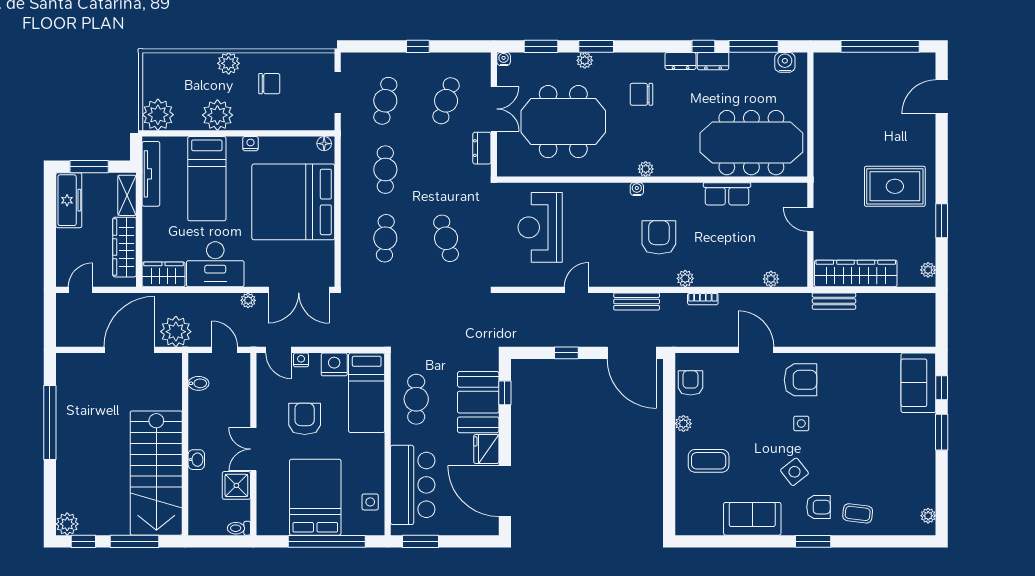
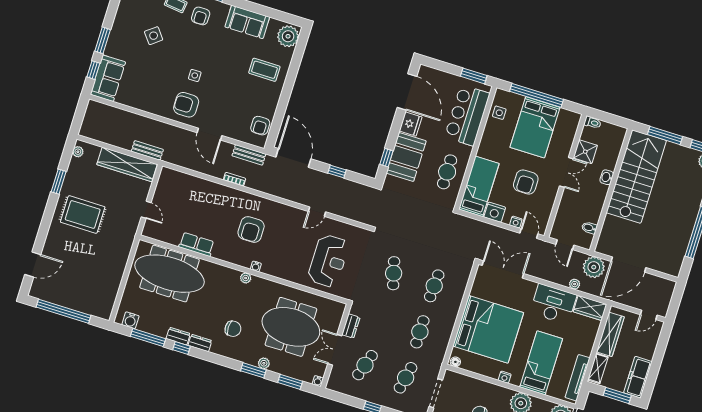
plant: (685, 278) -> (242, 197), removed
plant: (771, 279) -> (185, 178), removed
plant: (248, 300) -> (575, 284), moved
bench: (637, 301) -> (249, 155), moved
plant: (683, 424) -> (288, 36), moved, width x1.87, depth x1.87
side table: (794, 472) -> (154, 36), moved
armchair: (818, 507) -> (201, 16), turned -90

